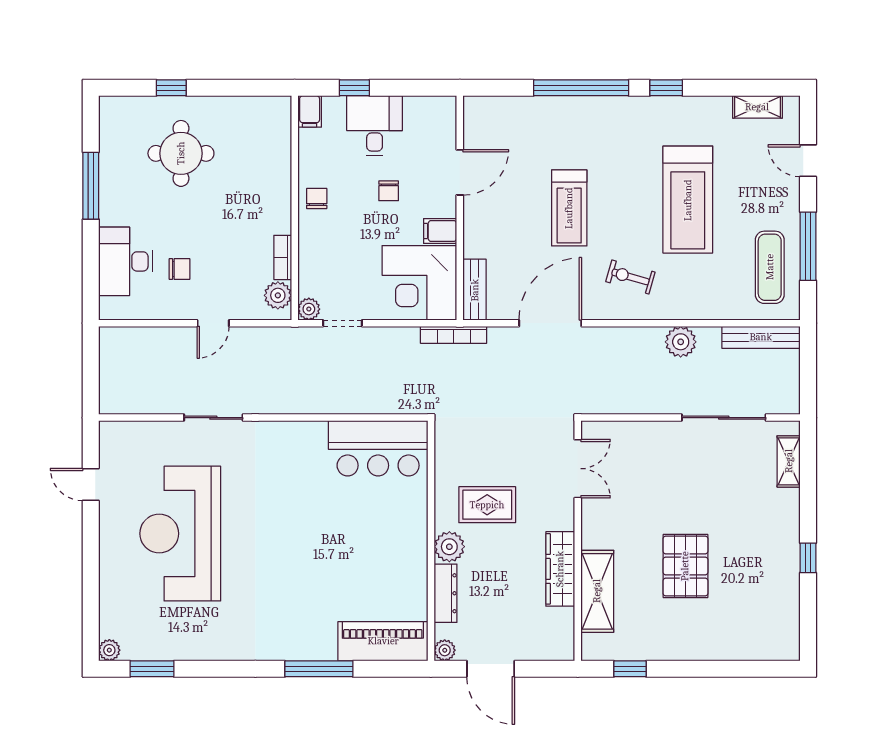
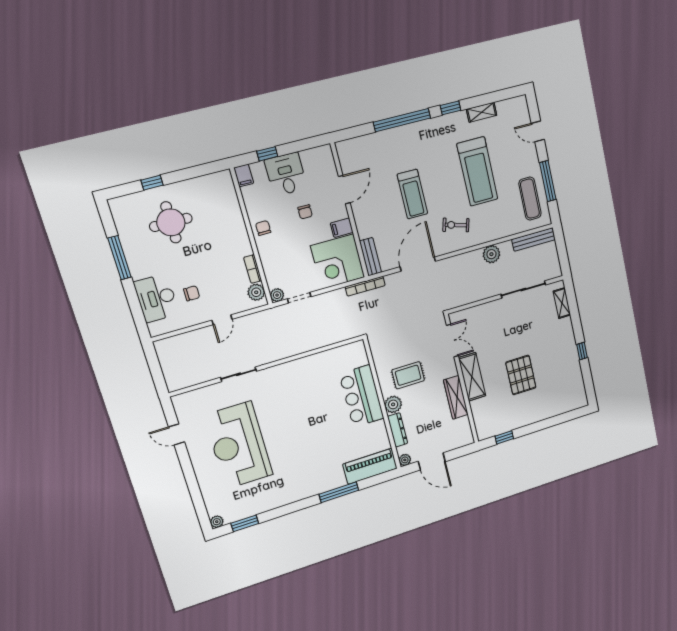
shelving: (757, 107) -> (482, 112), moved
bar counter: (378, 448) -> (362, 396), moved, turned 90
shelving: (597, 591) -> (472, 377), moved

